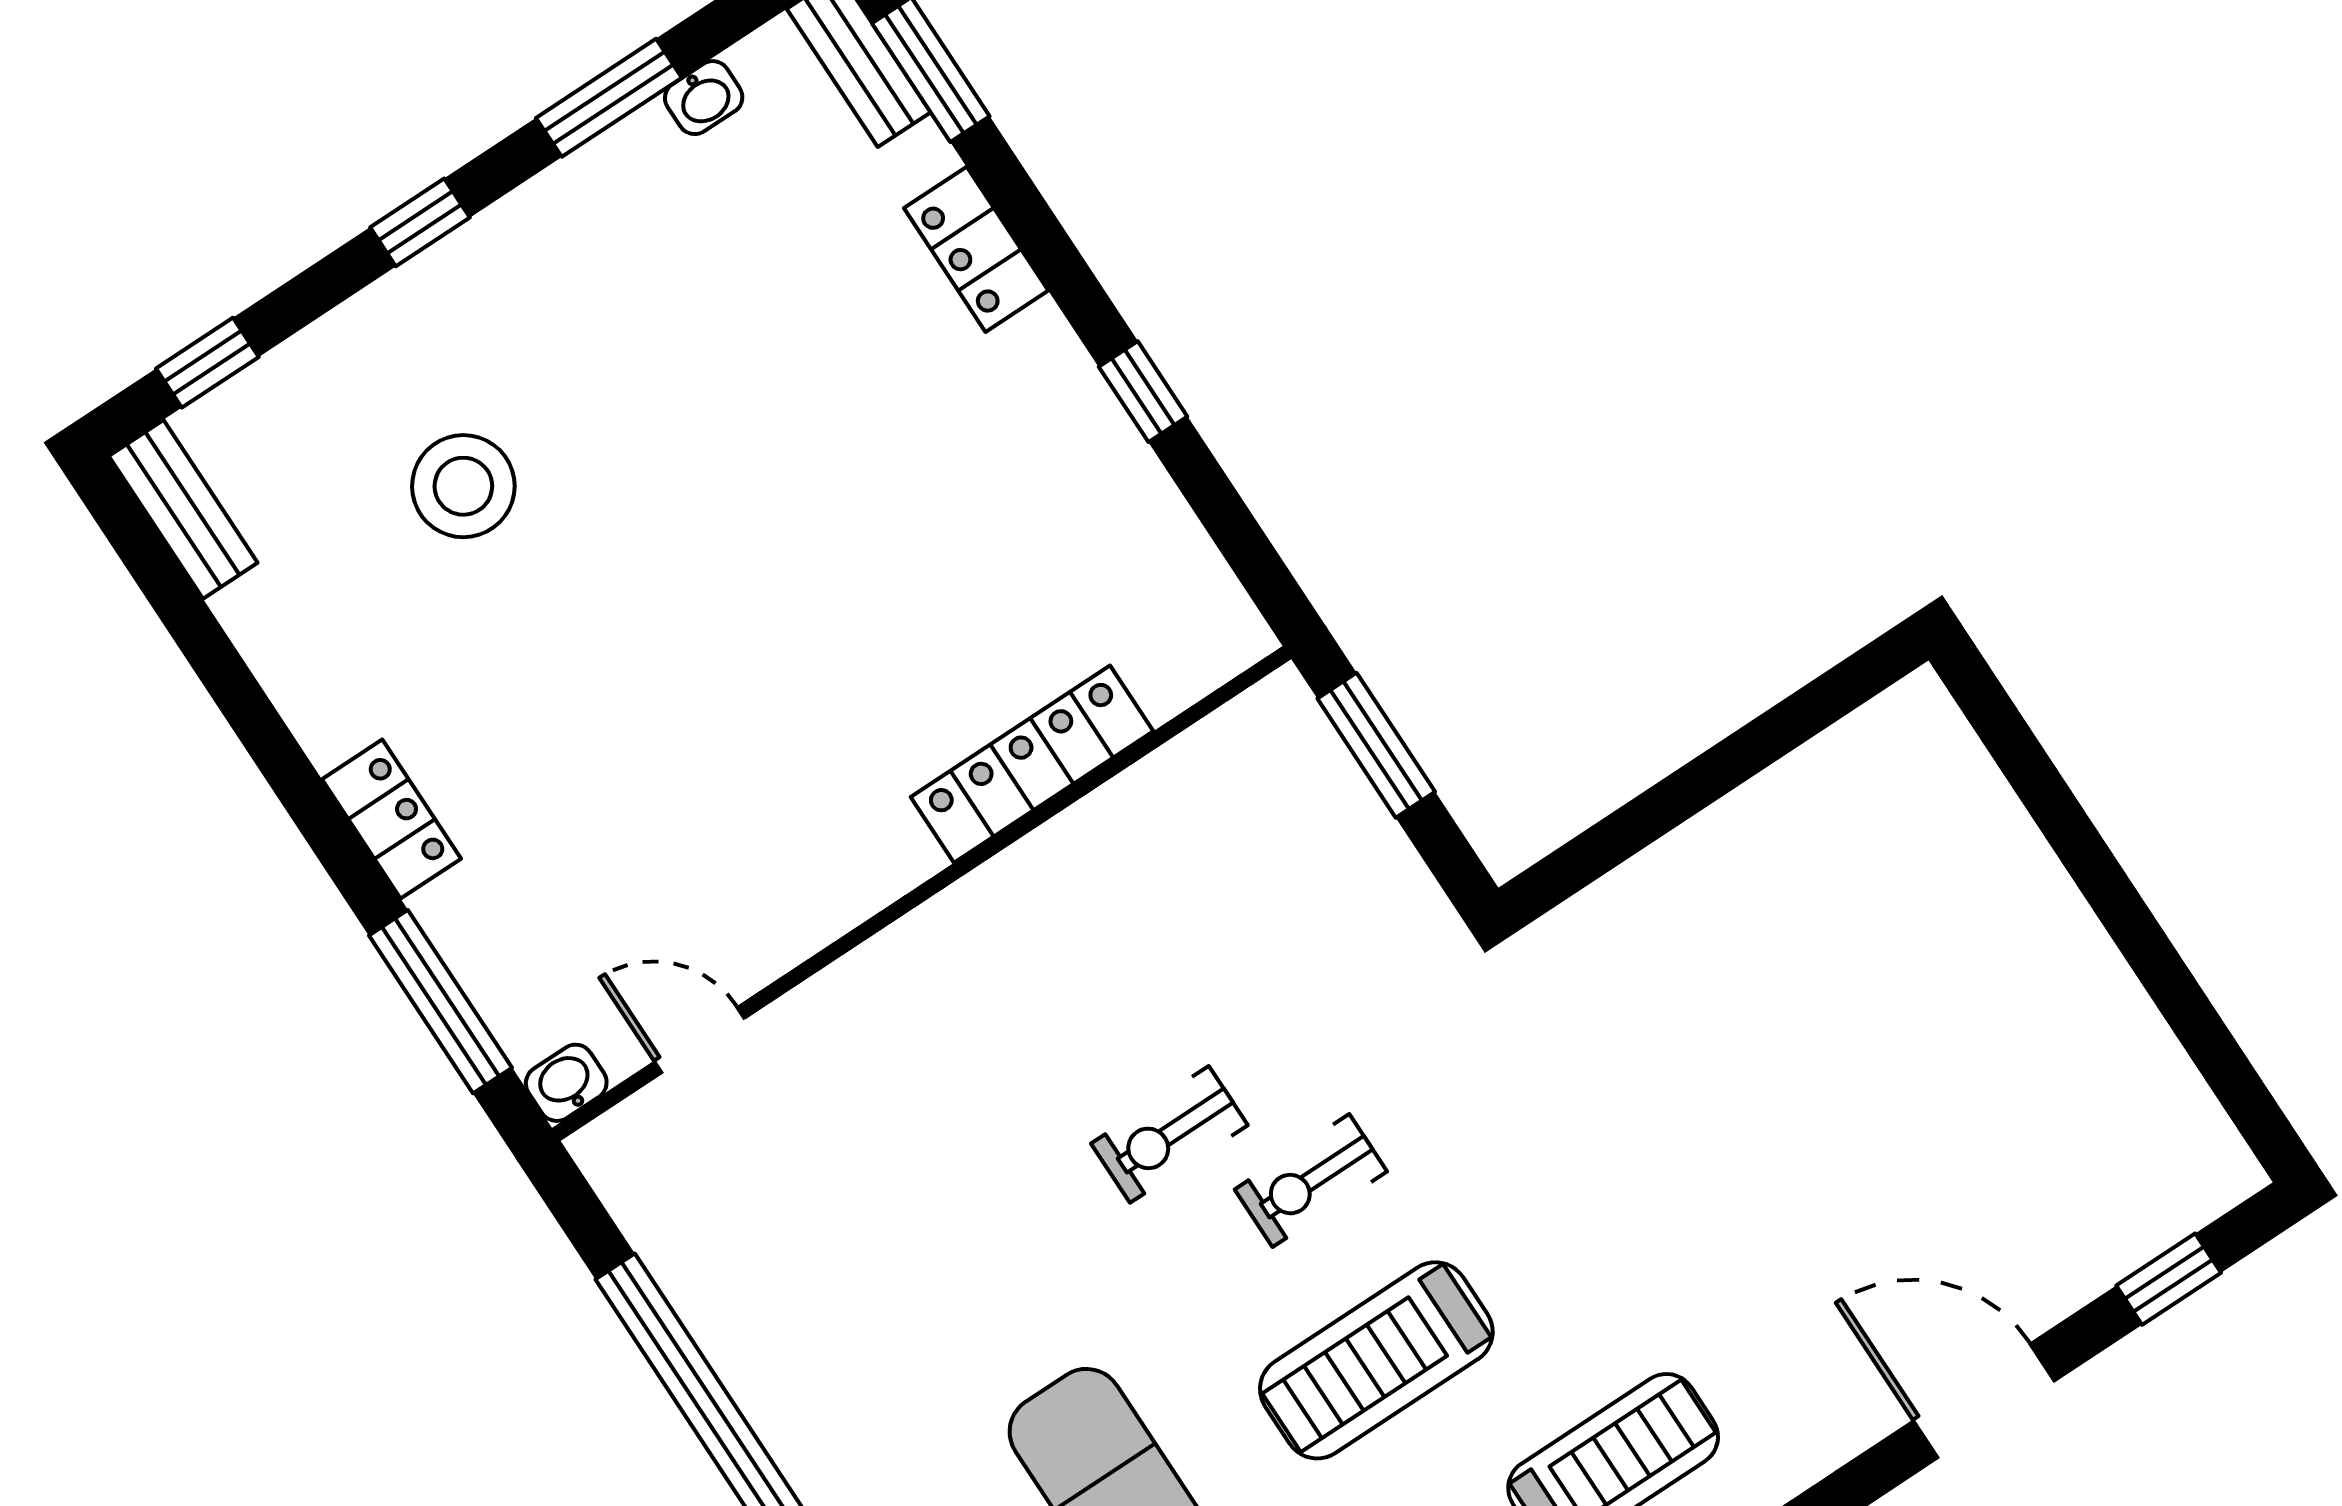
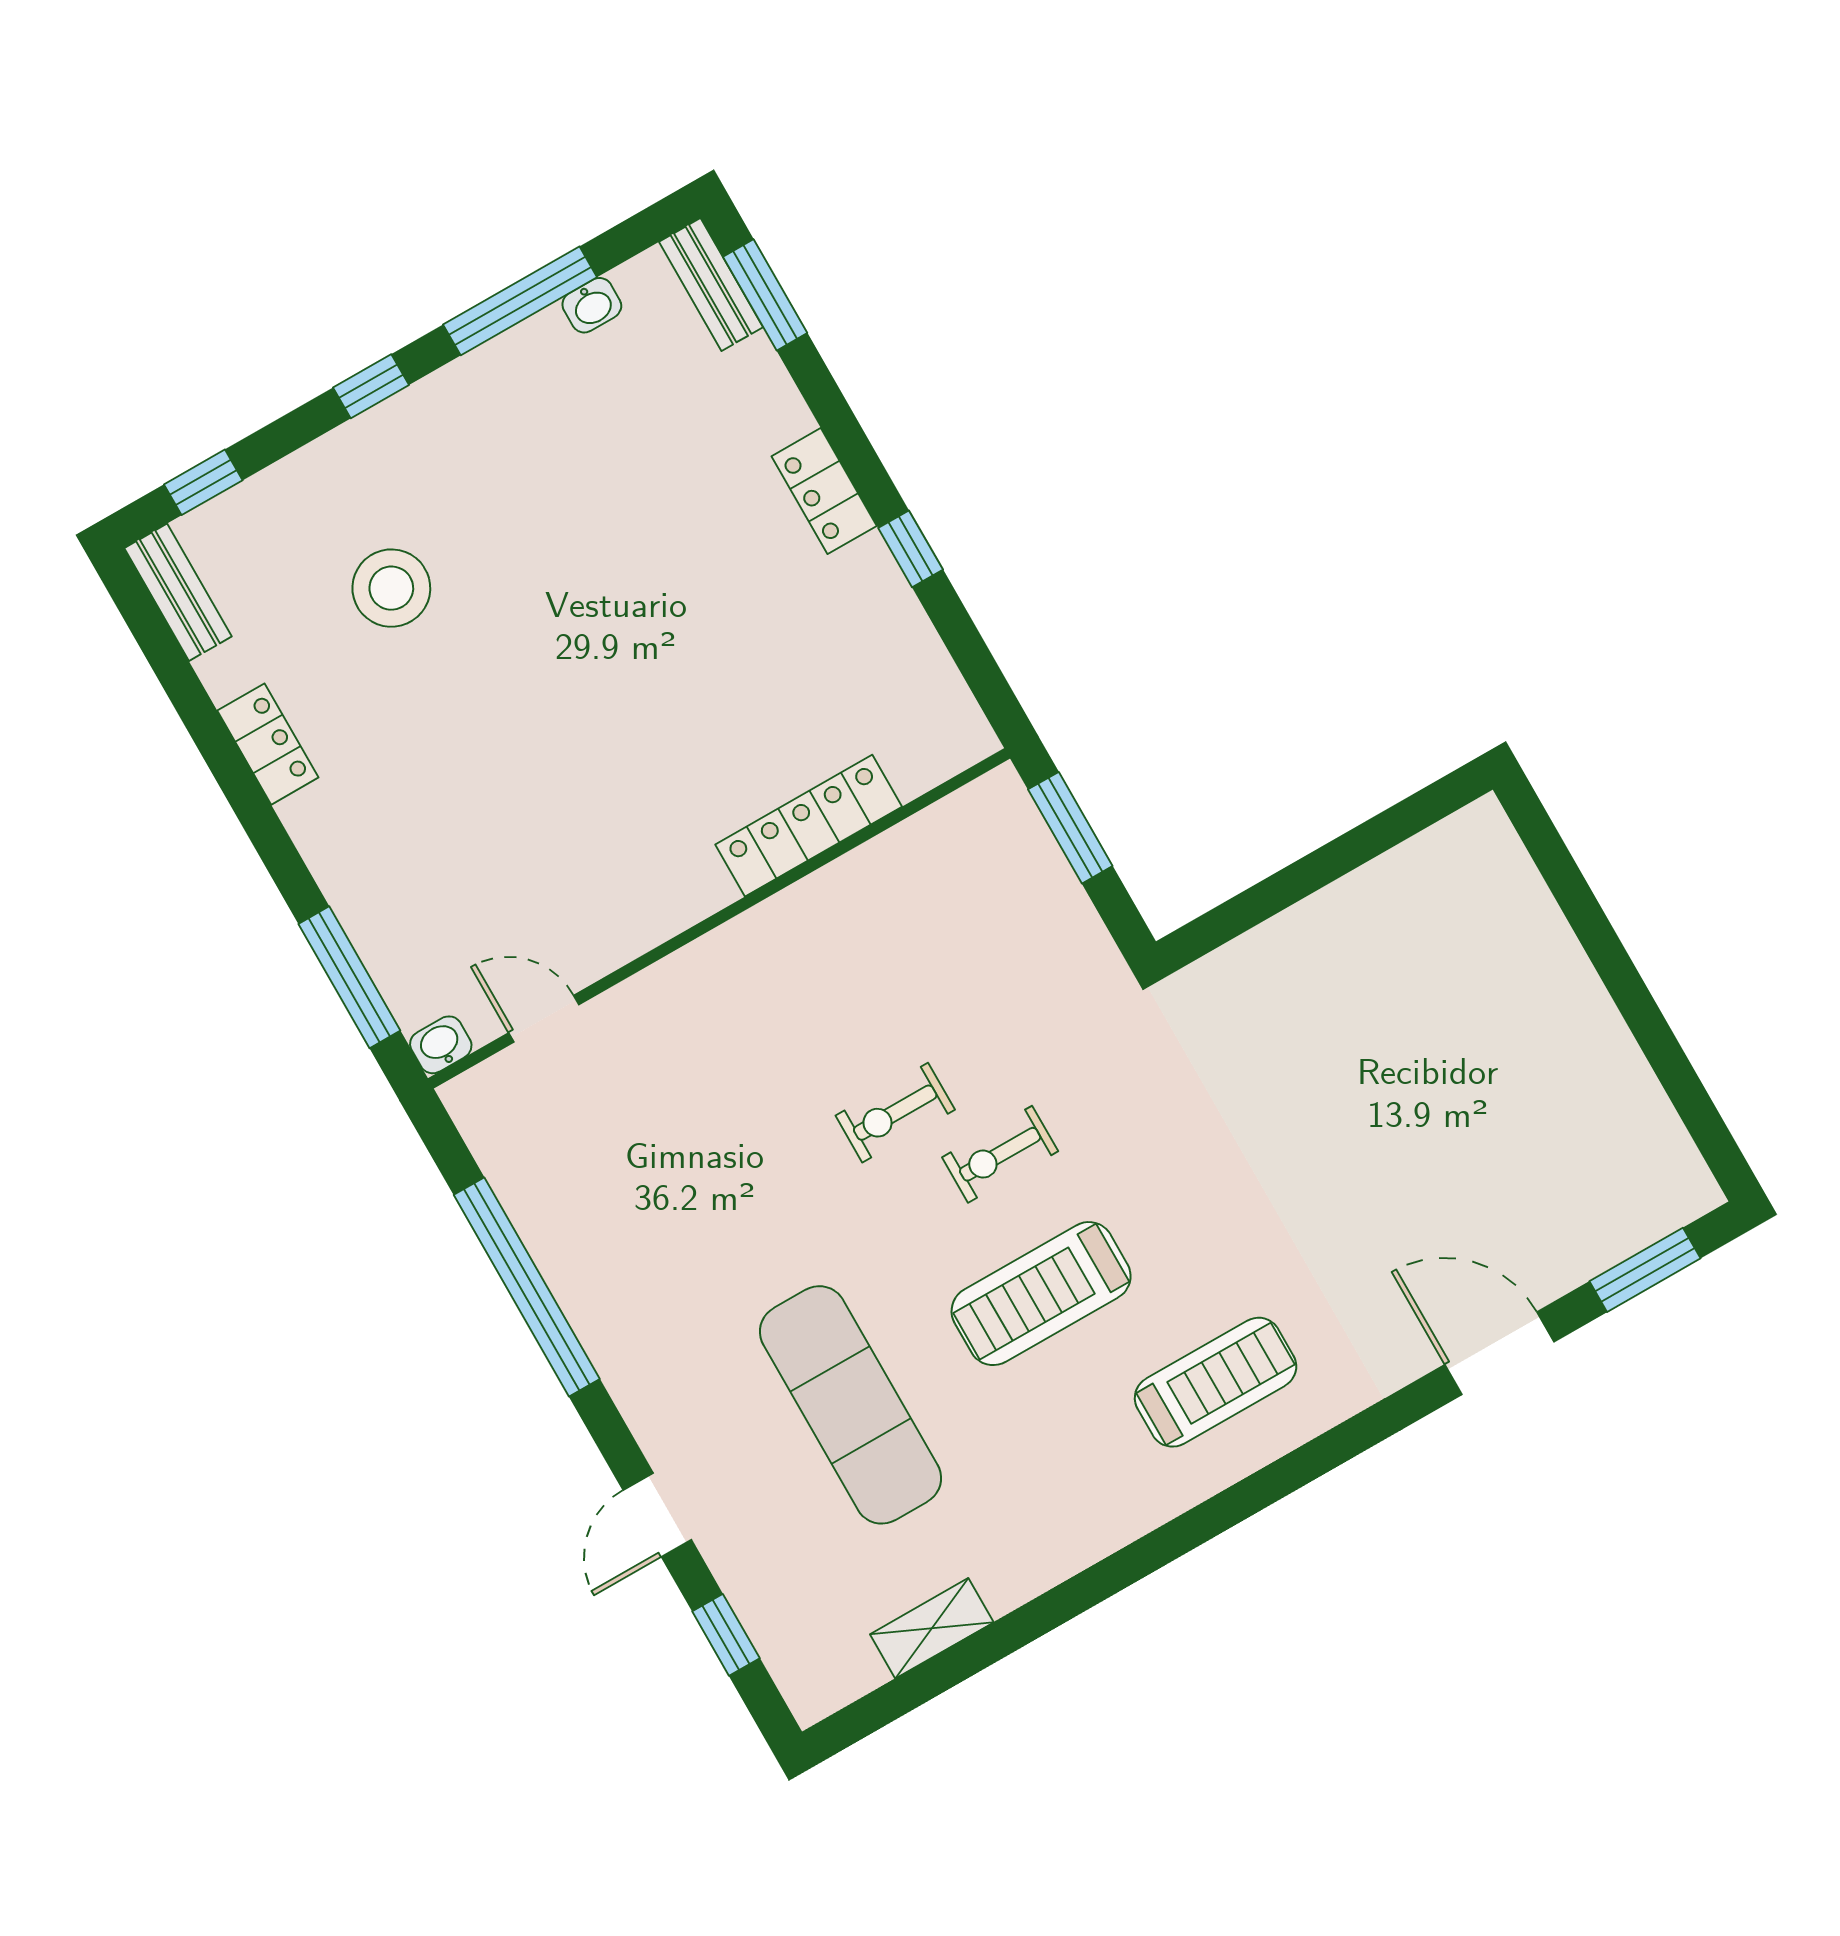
window: (609, 98) -> (520, 301), width x1.44
locker: (976, 249) -> (824, 491), moved
locker: (391, 819) -> (268, 744), moved
window: (2169, 1279) -> (1645, 1270), width x1.50

